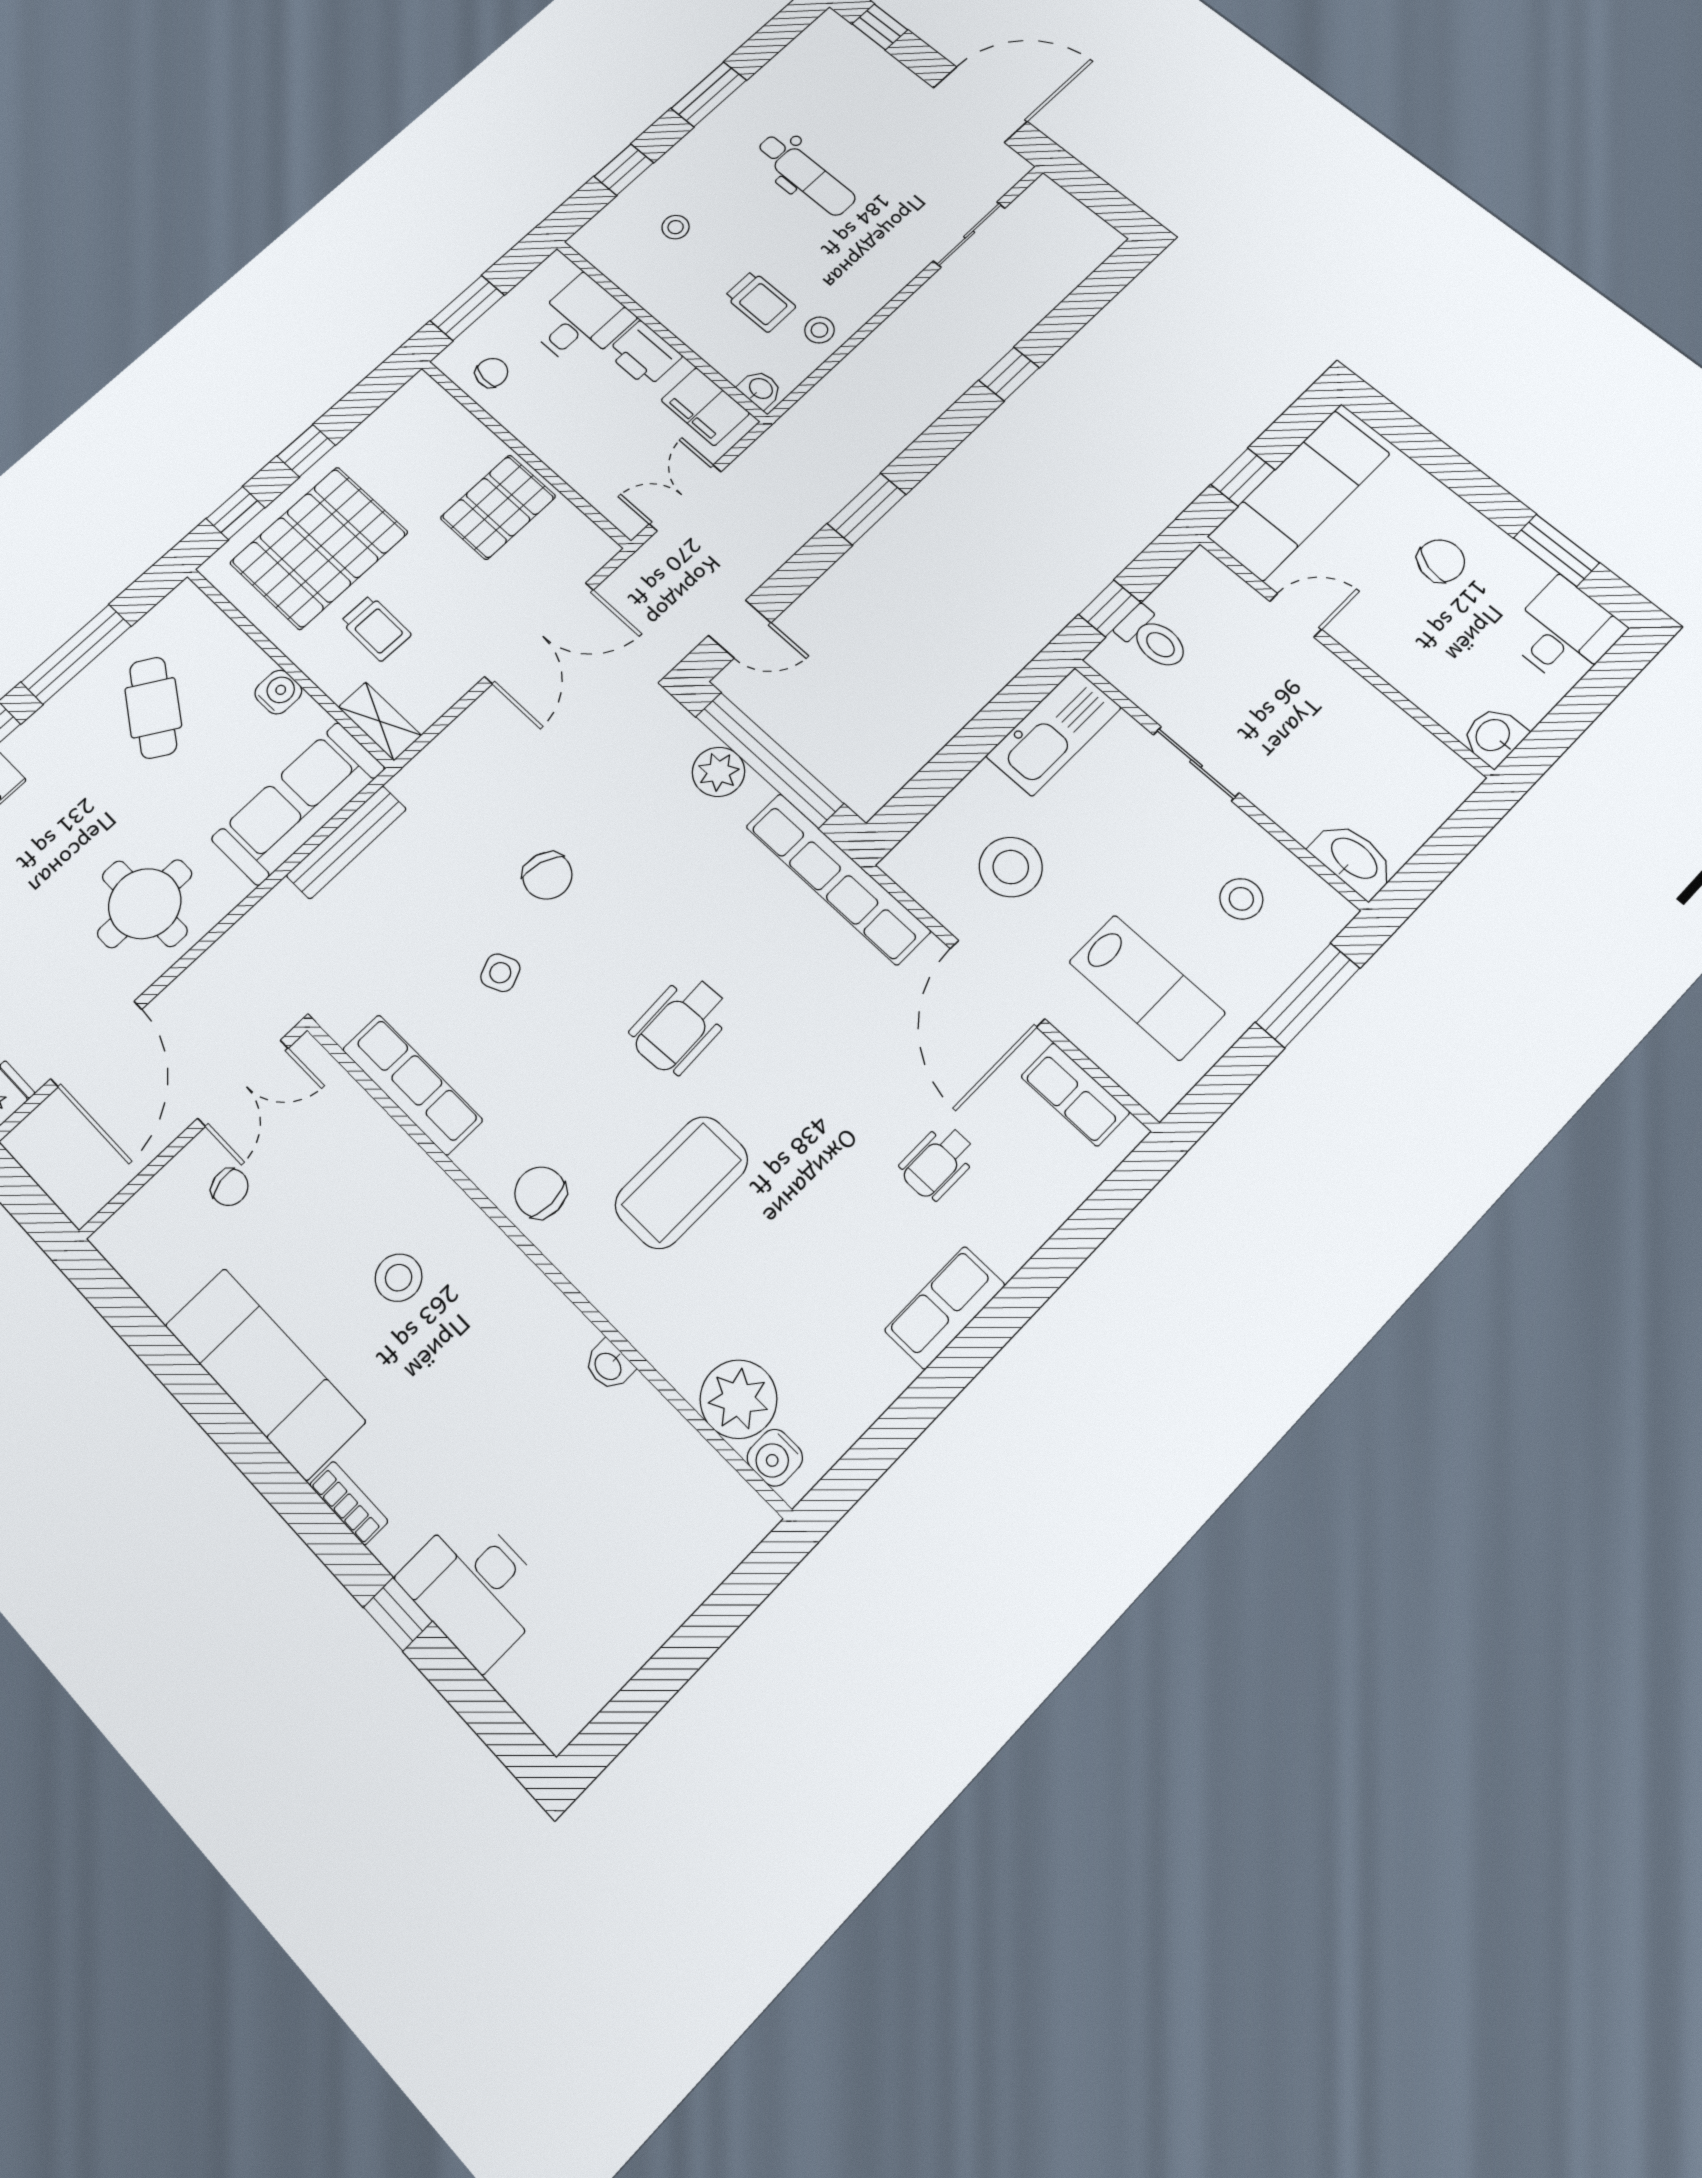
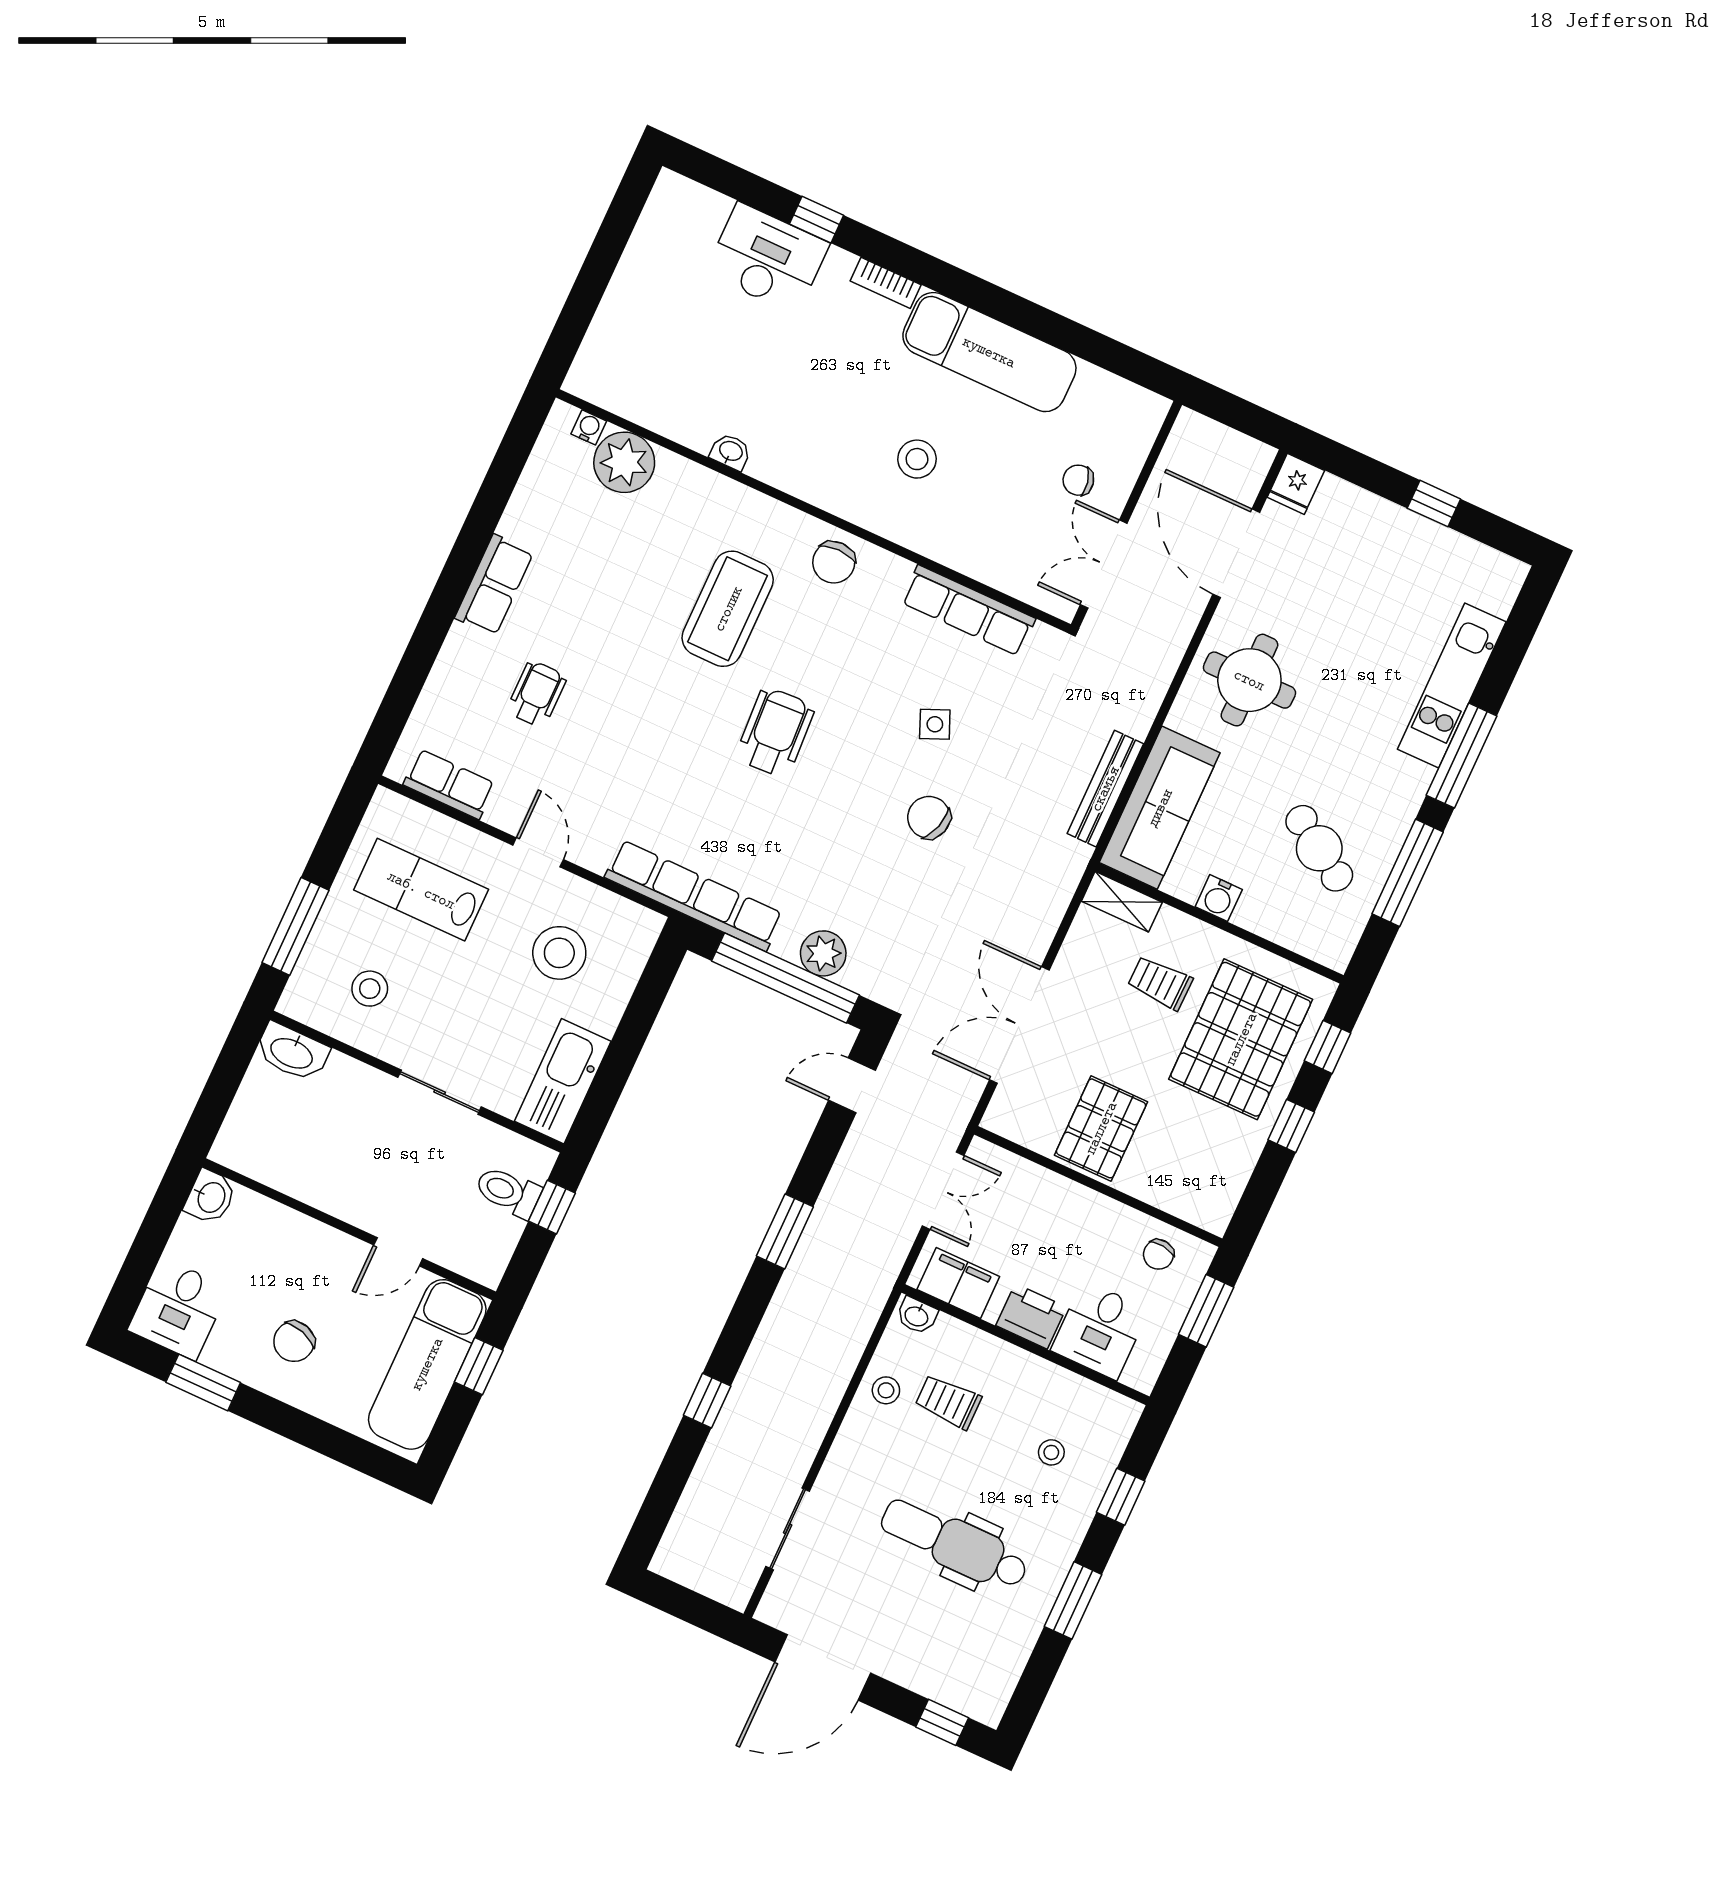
dental chair: (806, 174) -> (954, 1544), width x1.36, depth x1.38
door: (997, 984) -> (538, 852), width x0.53
chair: (540, 1192) -> (834, 562), turned 91
water cooler: (775, 1458) -> (589, 427), width x0.72, depth x0.72

